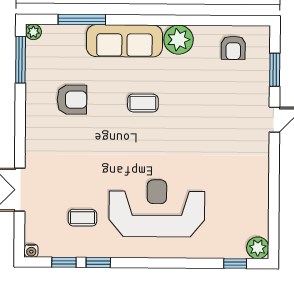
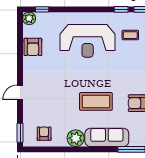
window: (275, 70) -> (20, 133), moved
coffee table: (143, 103) -> (96, 101), width x1.86, depth x1.72
armchair: (251, 198) -> (33, 47), added

